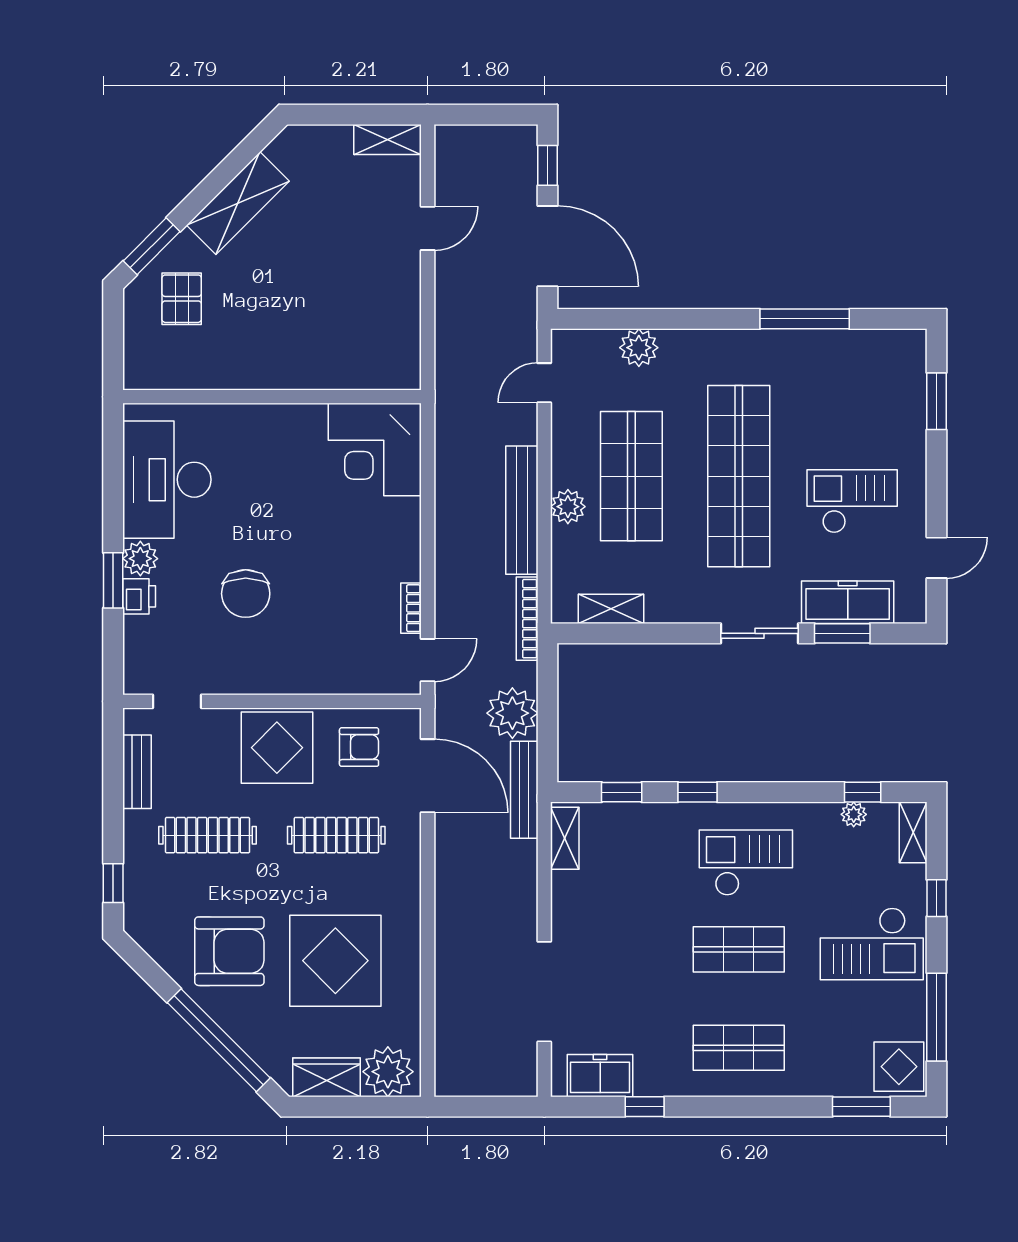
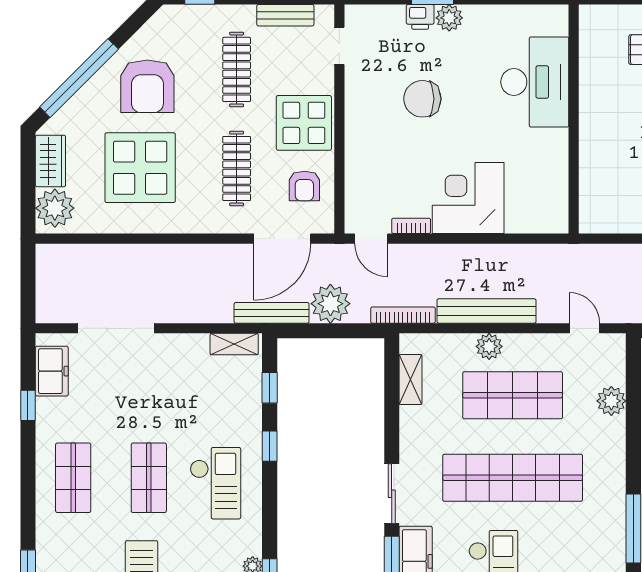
corner desk: (375, 450) -> (468, 198), moved
desk: (167, 480) -> (535, 82), moved, turned 90

